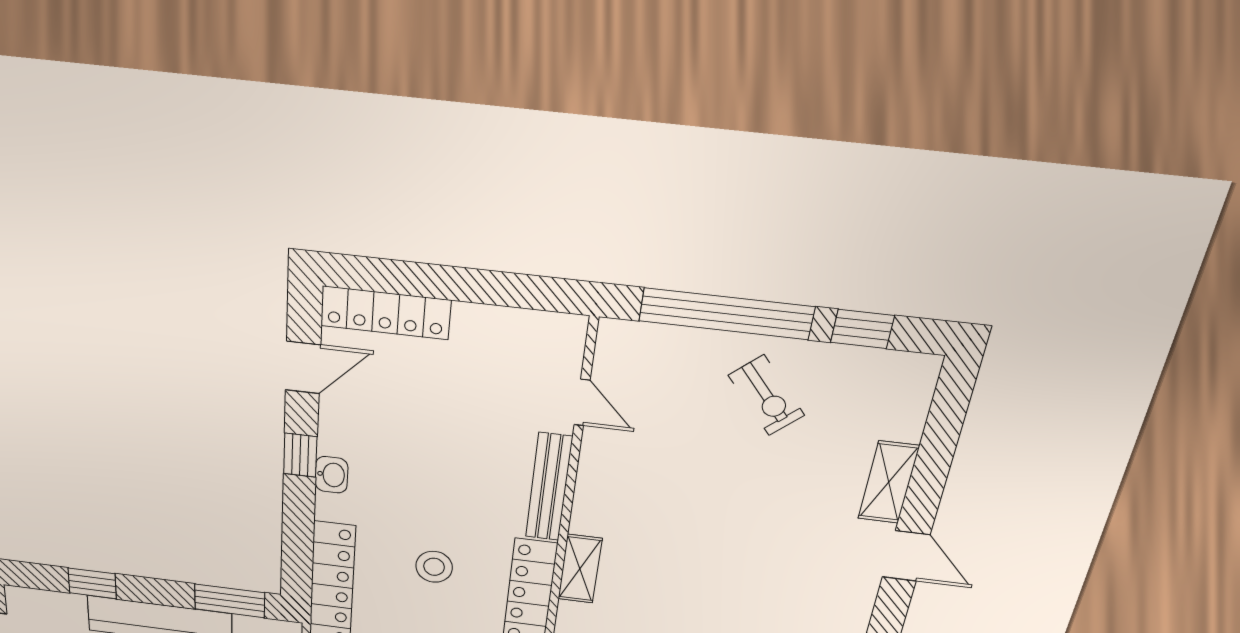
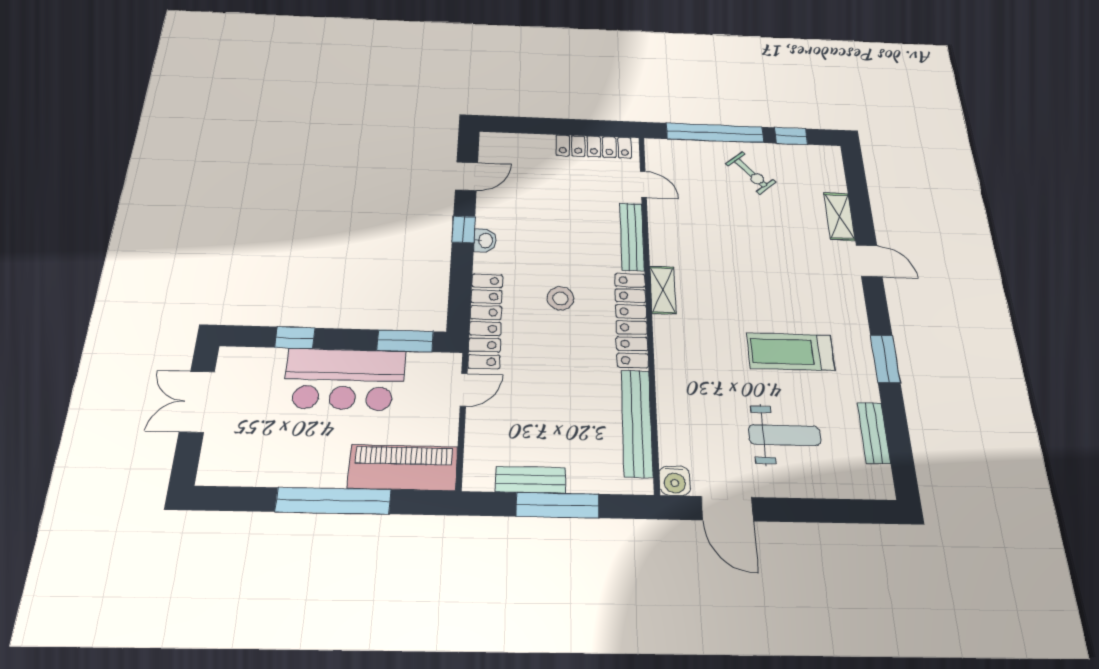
locker: (385, 313) -> (594, 147), moved

